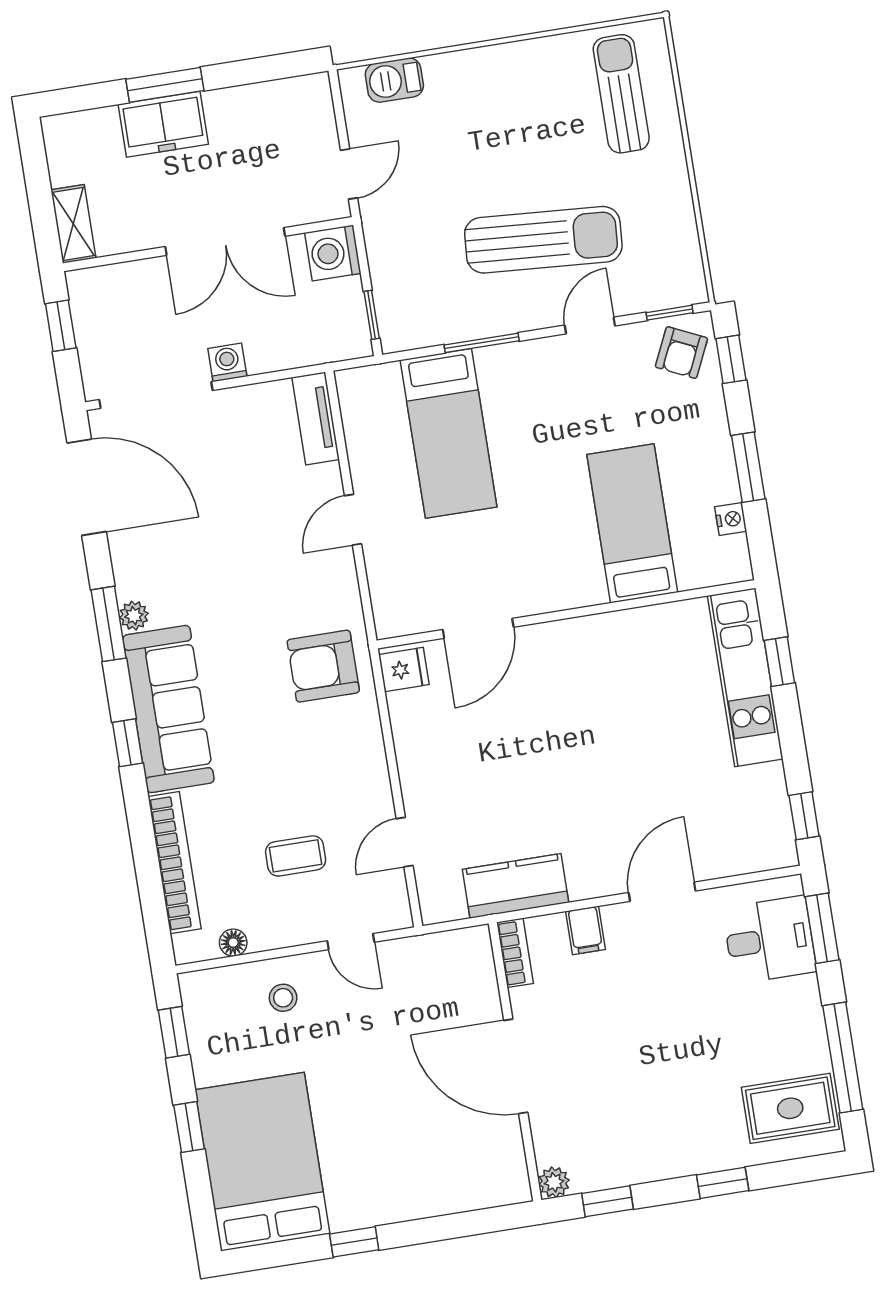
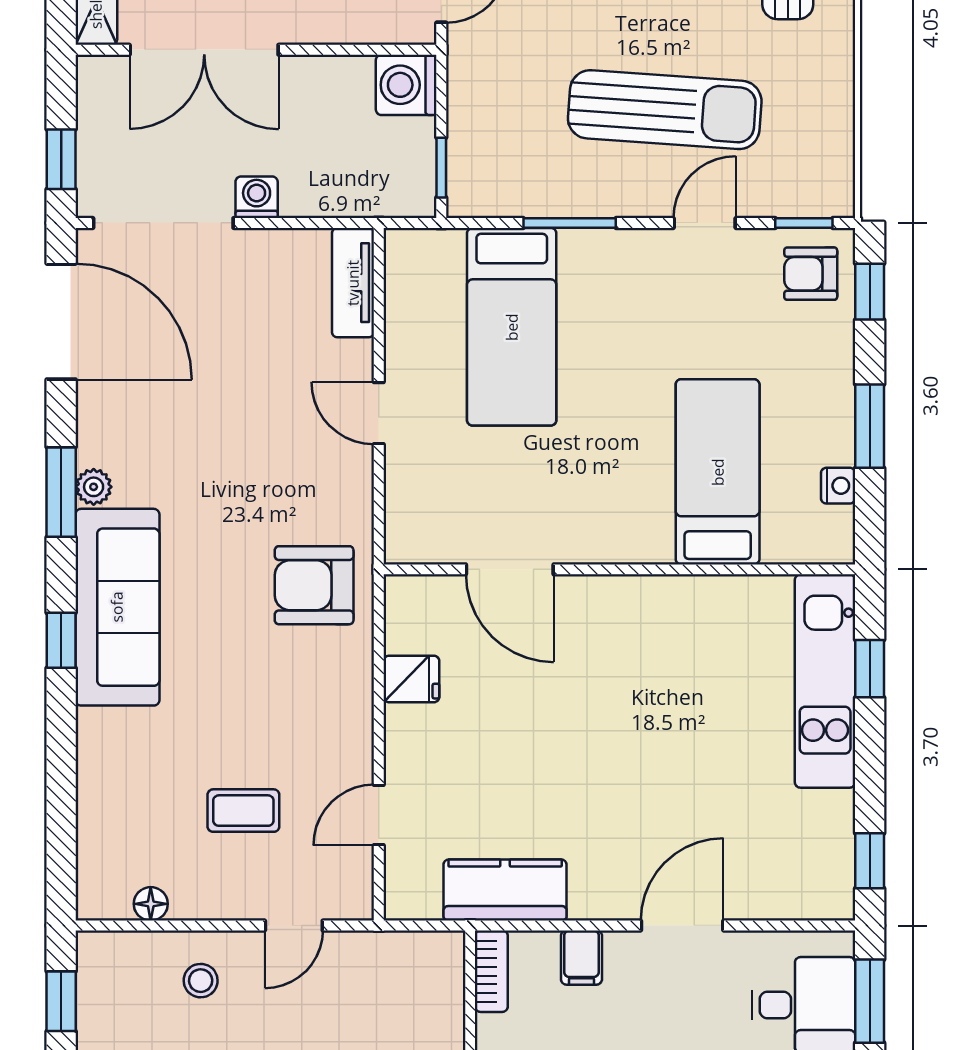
double door: (225, 241) -> (204, 50), moved
window: (61, 326) -> (61, 159), moved
armchair: (681, 353) -> (811, 274), turned 65
door: (353, 520) -> (379, 413), hinge flipped
door: (478, 628) -> (510, 569), hinge flipped
fridge: (404, 670) -> (411, 679), moved
bookcase: (175, 863) -> (95, 795), removed
door: (351, 942) -> (294, 926), hinge flipped

